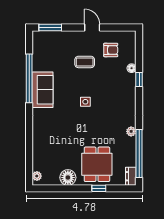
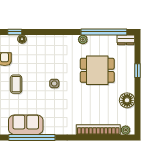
window: (139, 79) -> (15, 32), moved
sofa: (42, 90) -> (26, 125), moved
bookcase: (37, 148) -> (98, 130), added
dining table: (97, 164) -> (97, 70), moved

